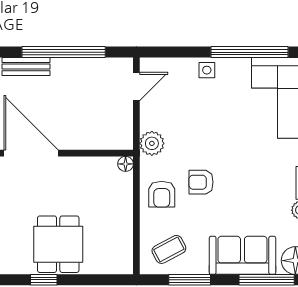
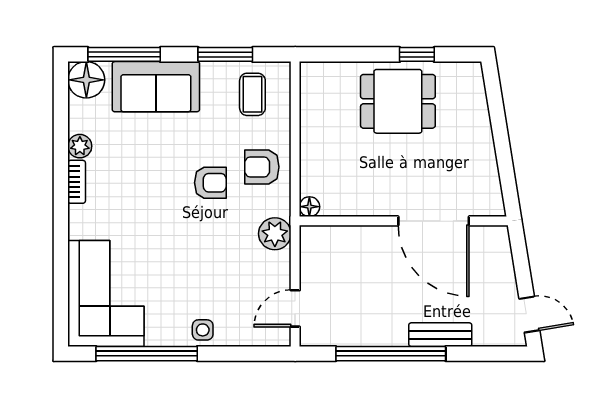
armchair: (162, 194) -> (262, 167), turned -90
dining table: (58, 244) -> (398, 101), turned 90
coffee table: (169, 249) -> (252, 94), turned -62

